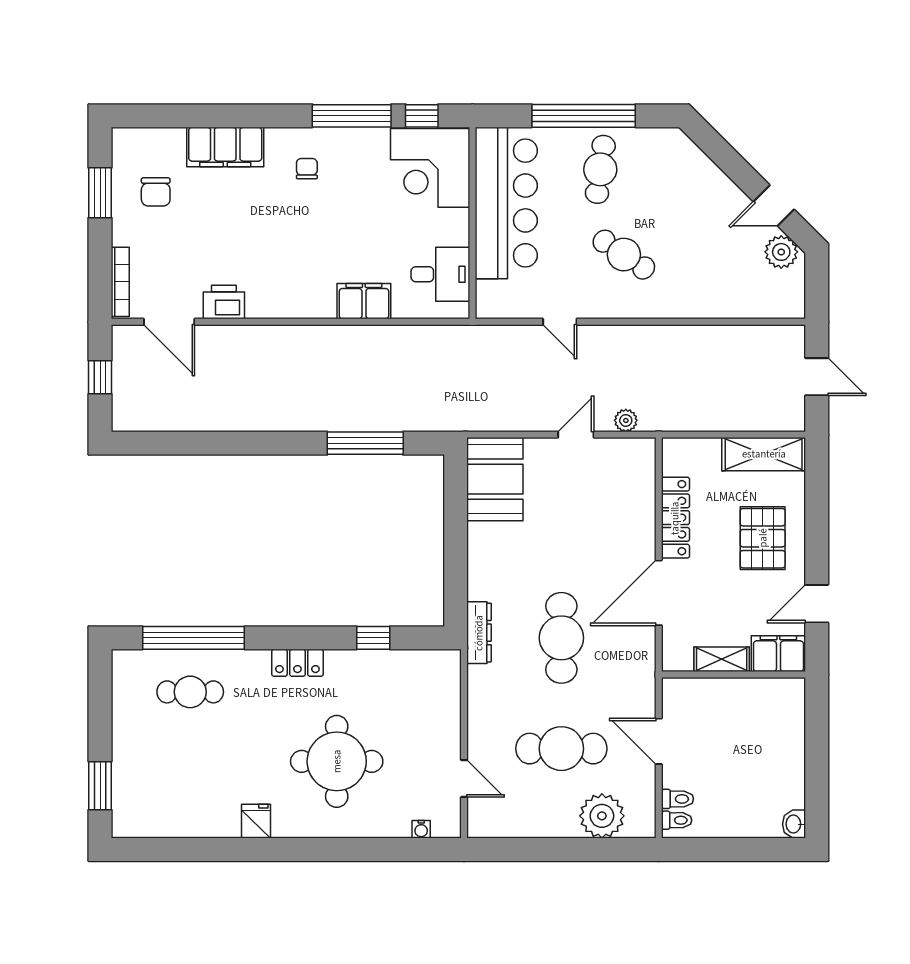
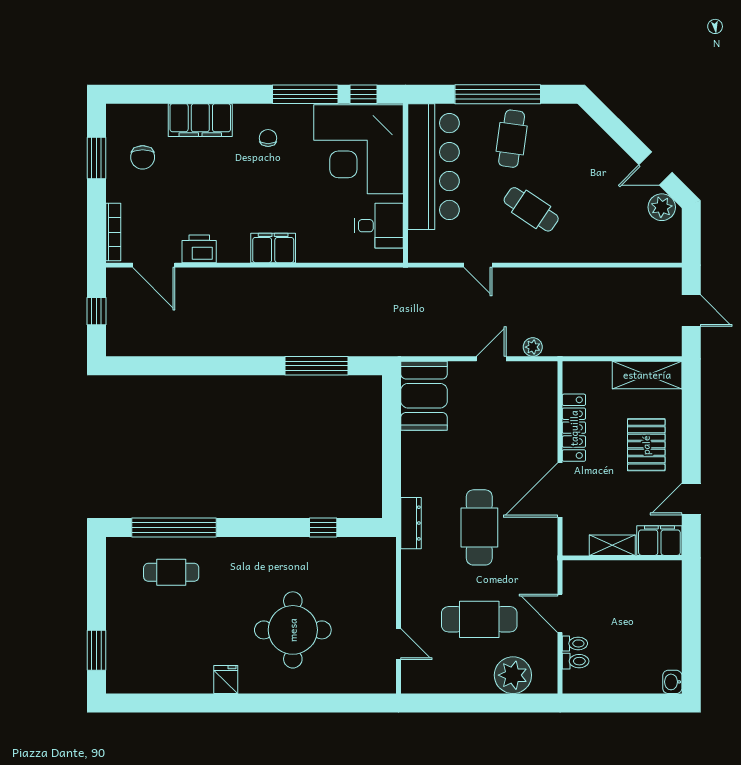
corner desk: (430, 168) -> (359, 149), width x1.36, depth x1.36
filing cabinet: (364, 301) -> (273, 248), moved
locker: (297, 663) -> (260, 548), removed
toilet: (677, 820) -> (575, 643), moved
water cooler: (421, 829) -> (363, 686), removed

